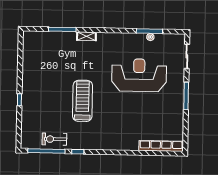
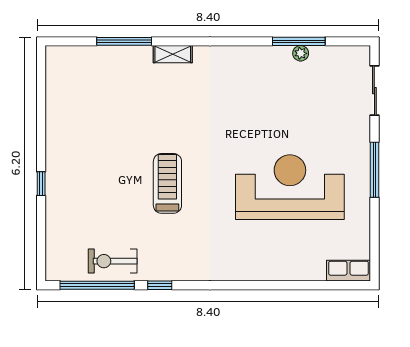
reception desk: (139, 75) -> (290, 187), moved
treadmill: (83, 101) -> (167, 183), width x0.73, depth x0.73
row of seats: (161, 146) -> (349, 271), width x0.50

